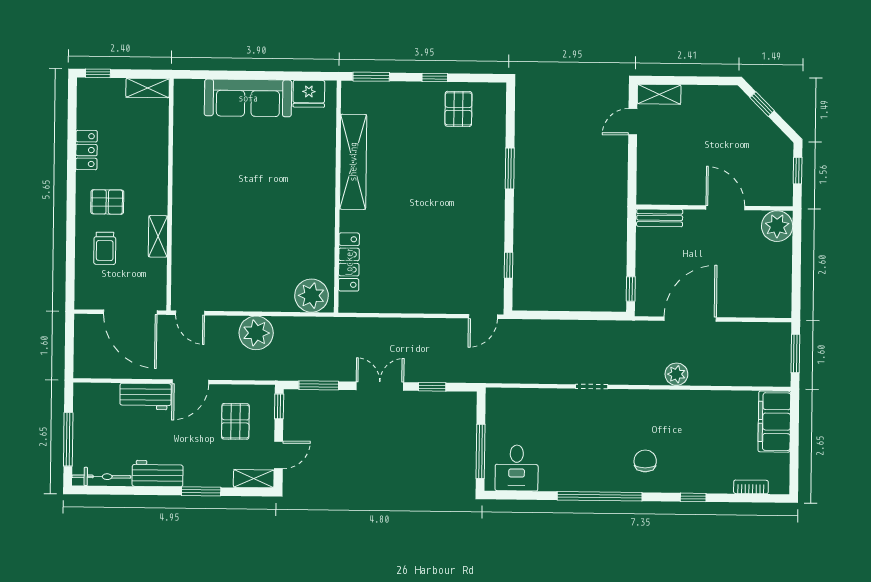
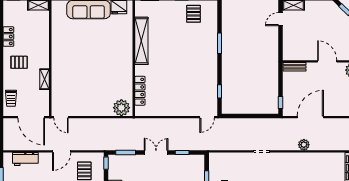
trolley: (105, 248) -> (11, 98), moved
plant: (256, 333) -> (94, 127), removed
workbench: (146, 396) -> (25, 159), moved

